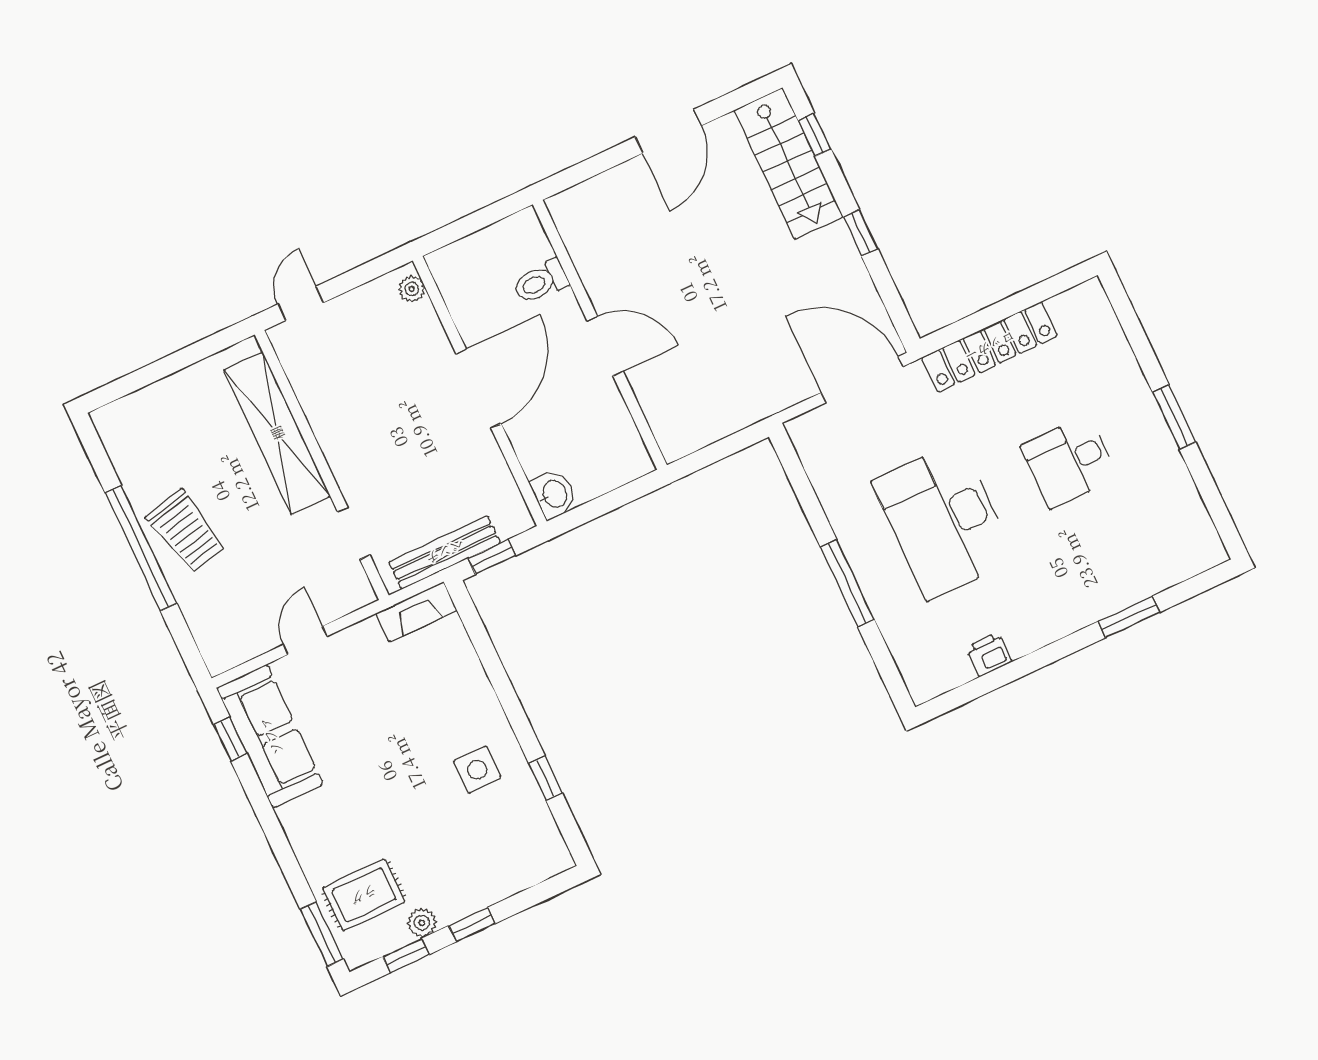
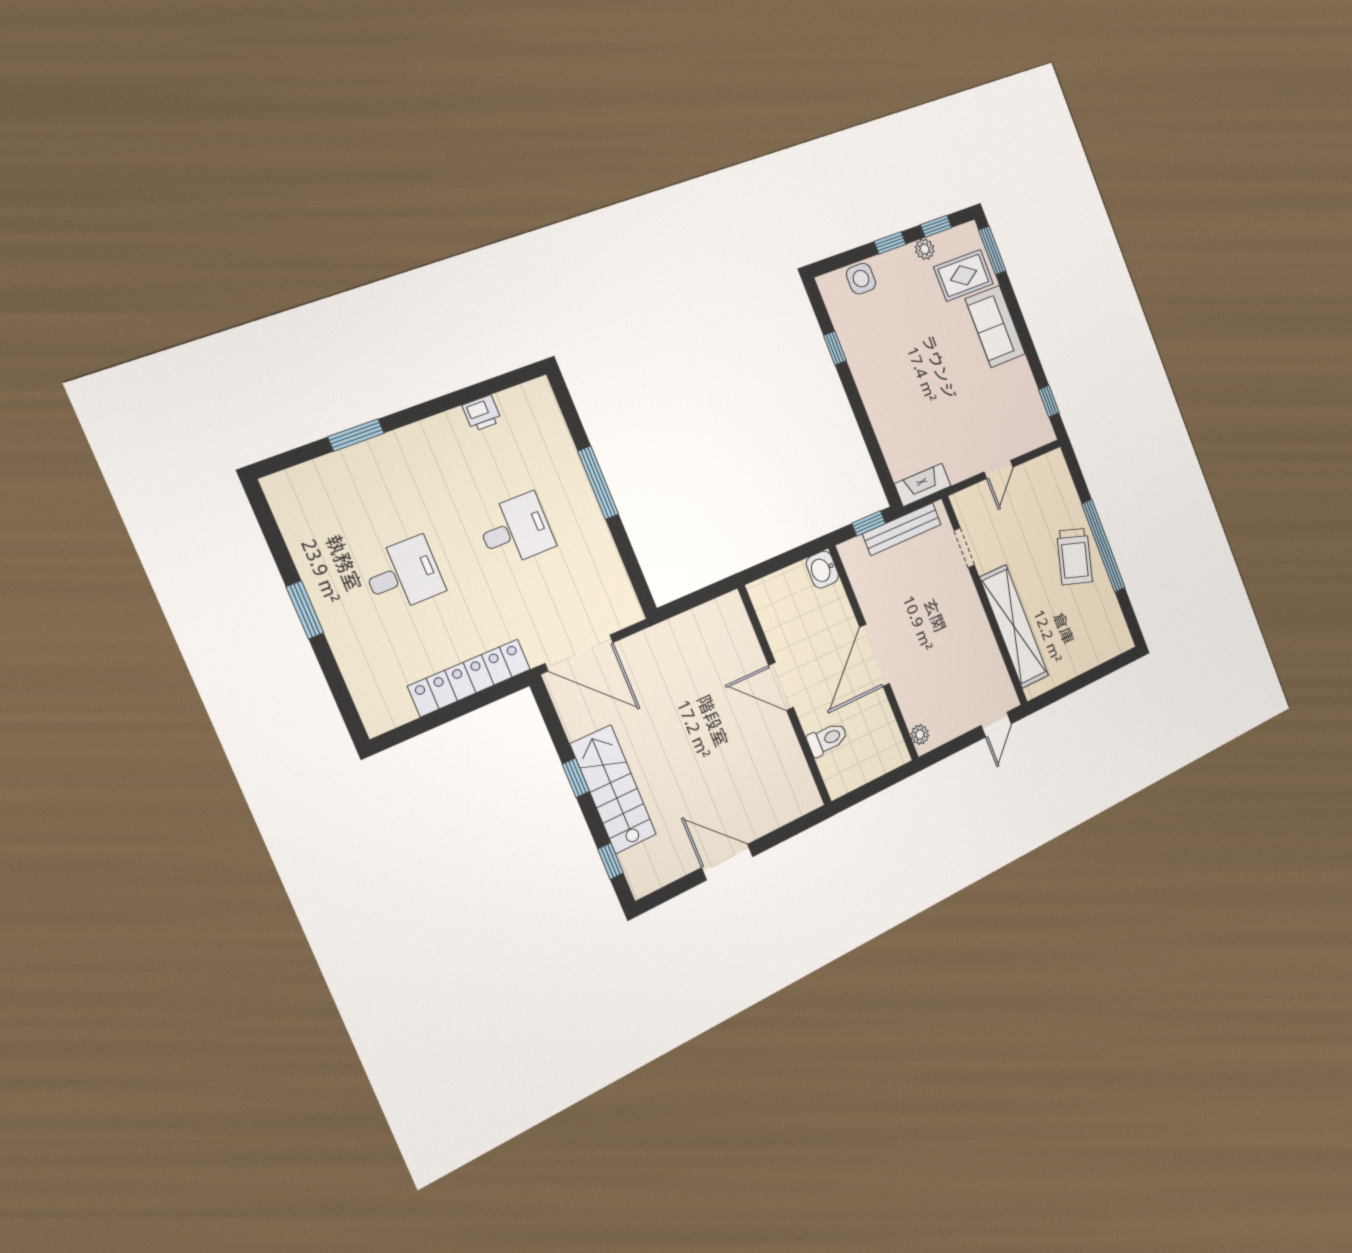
door: (668, 131) -> (727, 862), hinge flipped
stairs: (789, 164) -> (613, 789), moved
desk: (944, 521) -> (516, 530), width x0.53, depth x0.77
trolley: (186, 531) -> (1075, 557), turned -150
sofa: (270, 736) -> (995, 327), moved, width x0.73
side table: (477, 770) -> (861, 279), moved

